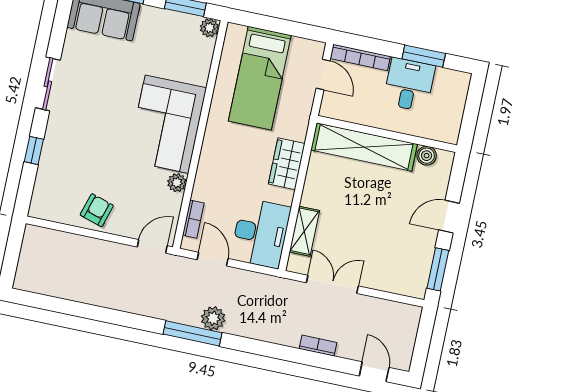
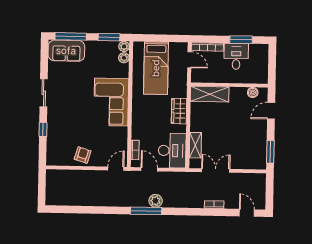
shelving: (364, 147) -> (210, 94), width x0.68
plant: (177, 183) -> (124, 58), moved
door: (449, 217) -> (271, 111), moved

